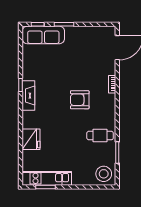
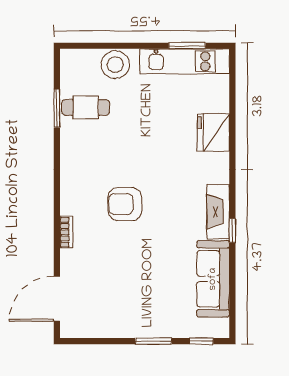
sofa: (43, 35) -> (213, 279), moved, turned -90
armchair: (80, 100) -> (125, 204), turned 180
cafe table: (100, 136) -> (86, 108), moved
stool: (104, 174) -> (115, 65), moved

